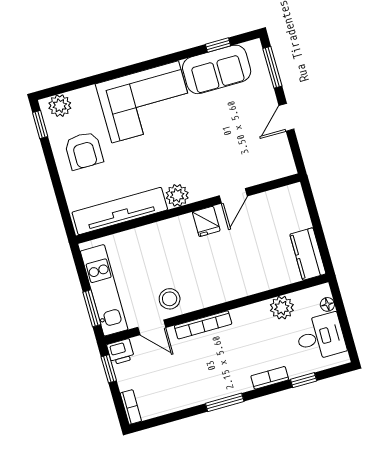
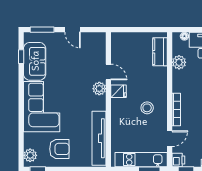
plant: (177, 195) -> (99, 89), moved
kitchen counter: (308, 254) -> (160, 52), moved, turned 90
stool: (170, 299) -> (147, 108), moved

